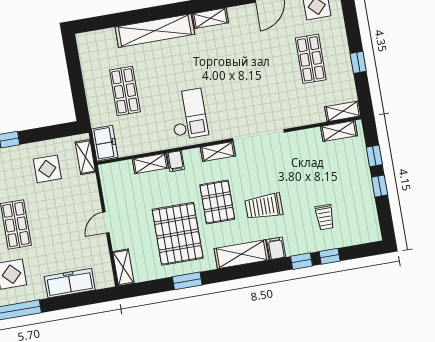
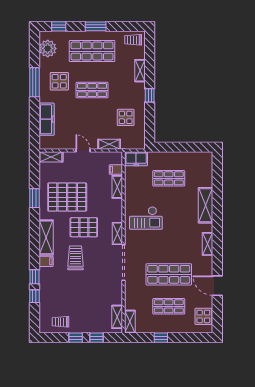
shelving: (155, 31) -> (206, 205), width x0.68
shop shelf: (264, 67) -> (169, 274), added
shelving: (85, 157) -> (109, 144), moved
filing cabinet: (176, 161) -> (116, 170), moved
trolley: (325, 217) -> (61, 322), moved

